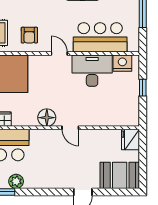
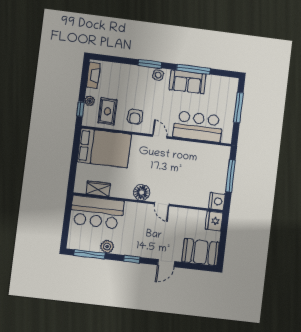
nightstand: (122, 63) -> (217, 201), moved, turned 90
desk: (92, 71) -> (187, 155), removed
window: (143, 88) -> (230, 176), width x2.17
window: (45, 192) -> (132, 259), added

